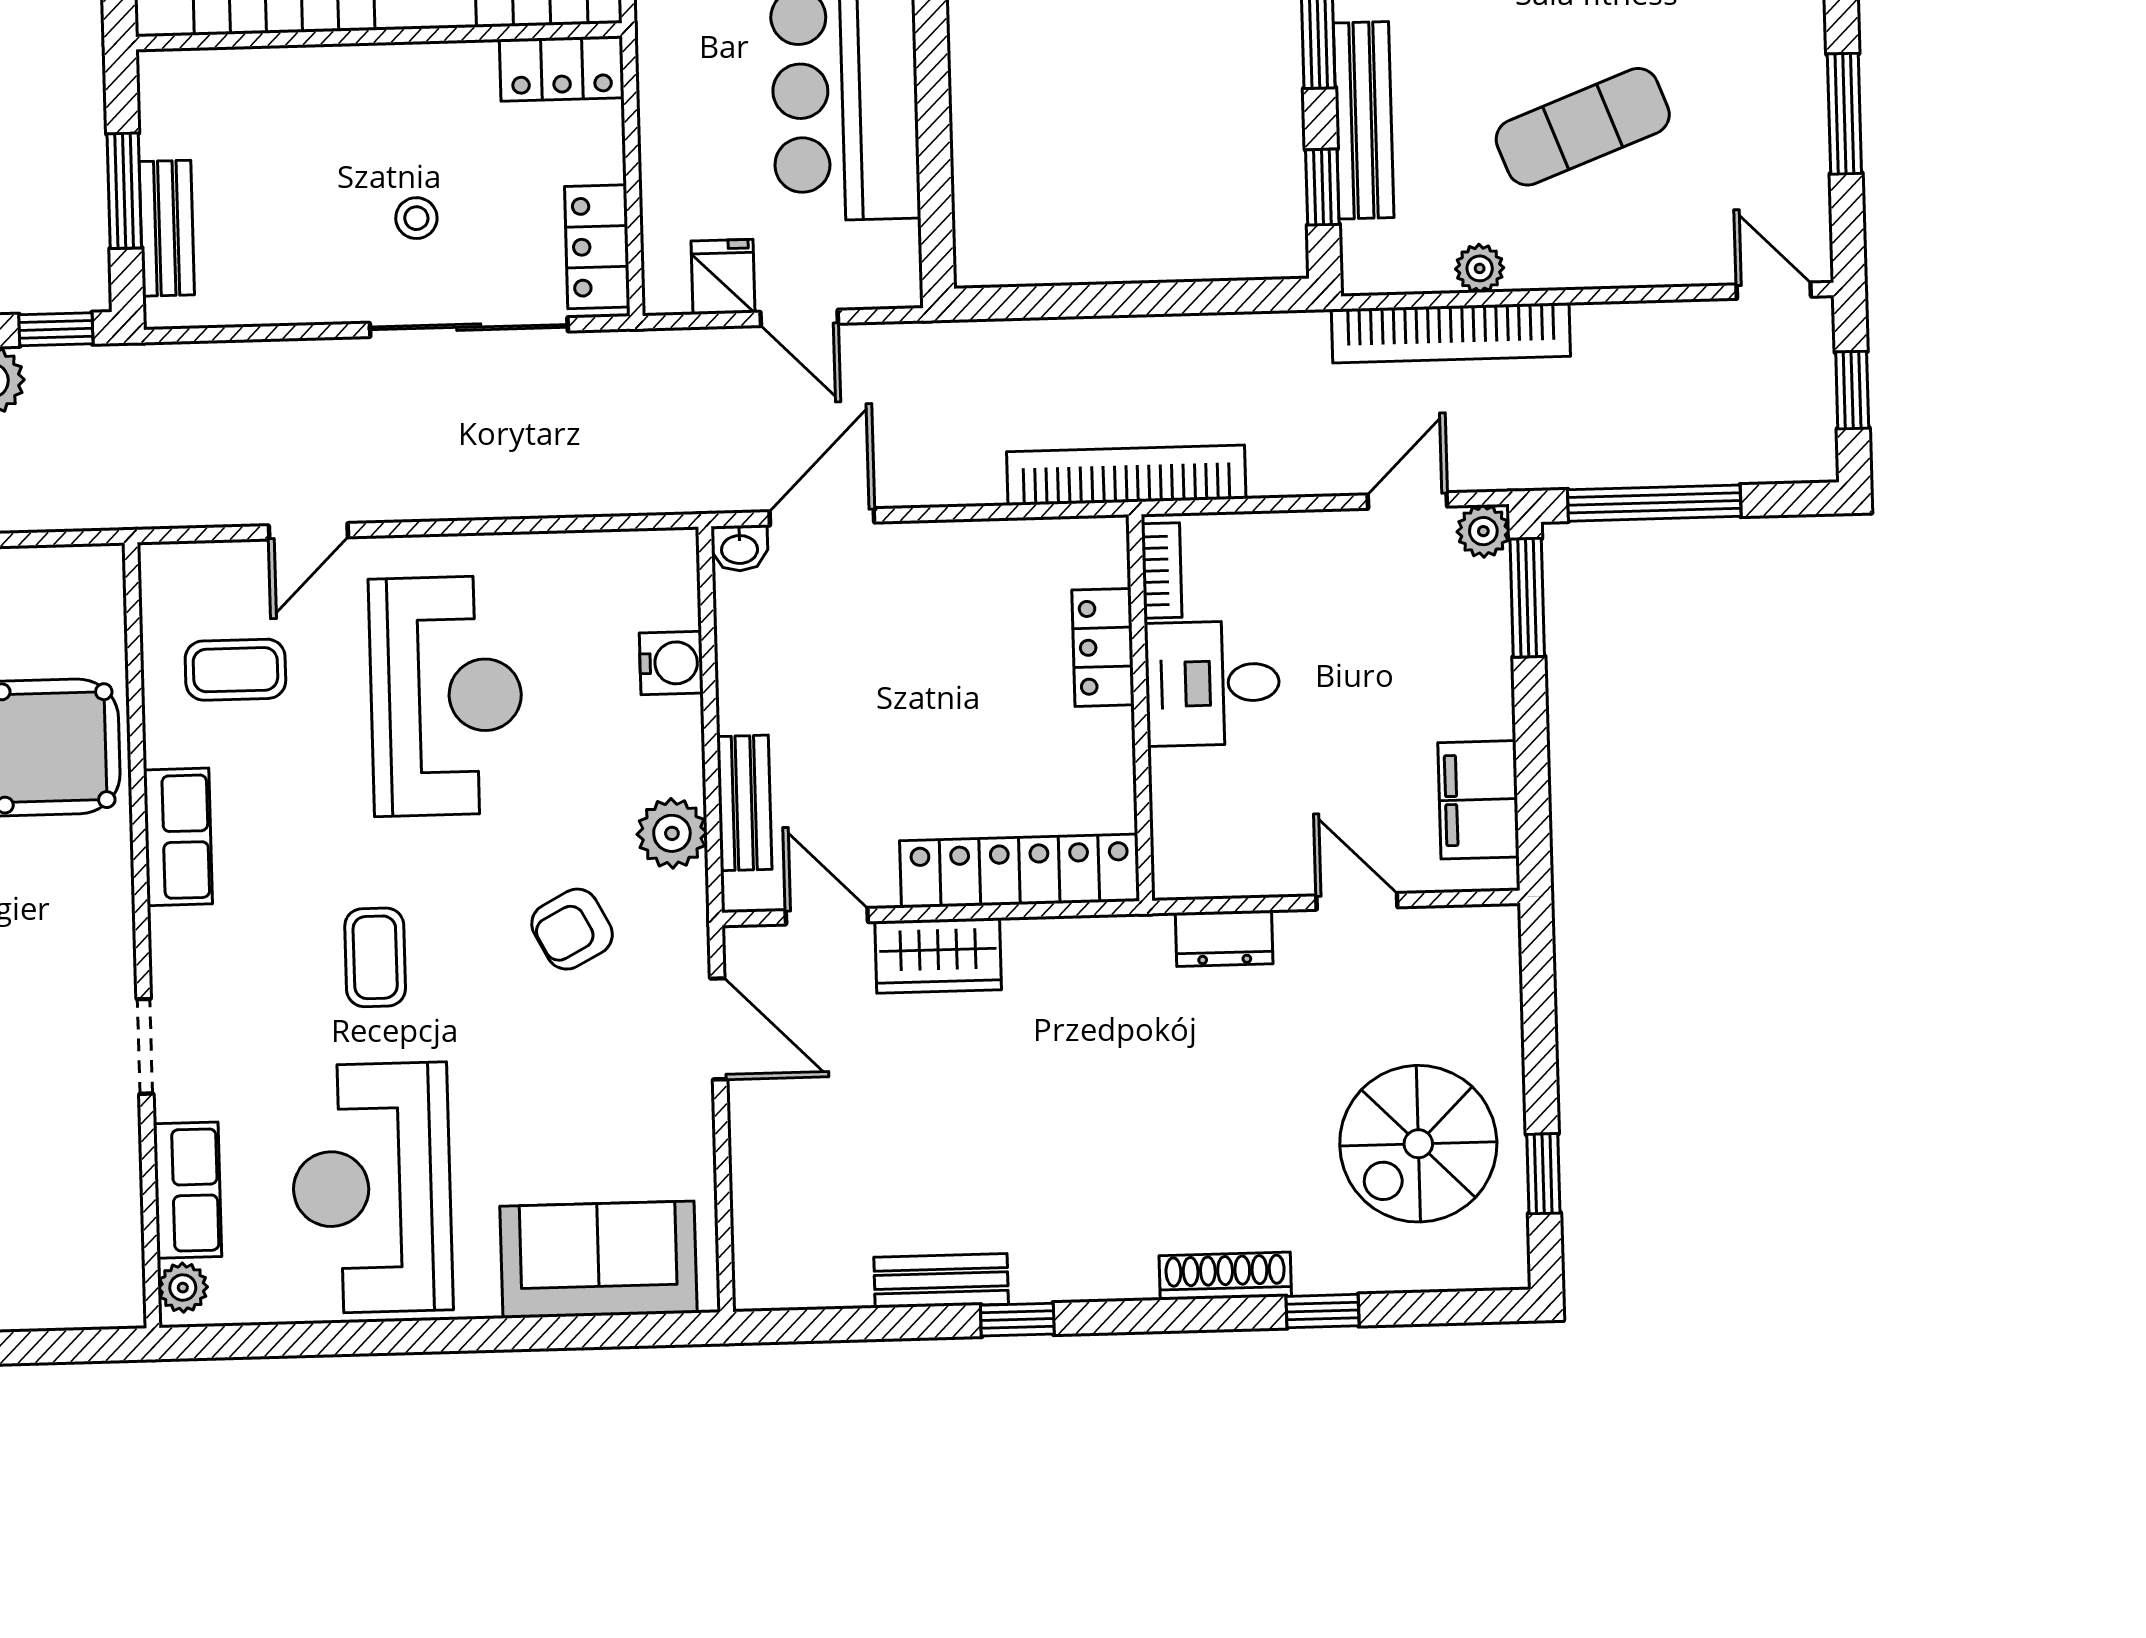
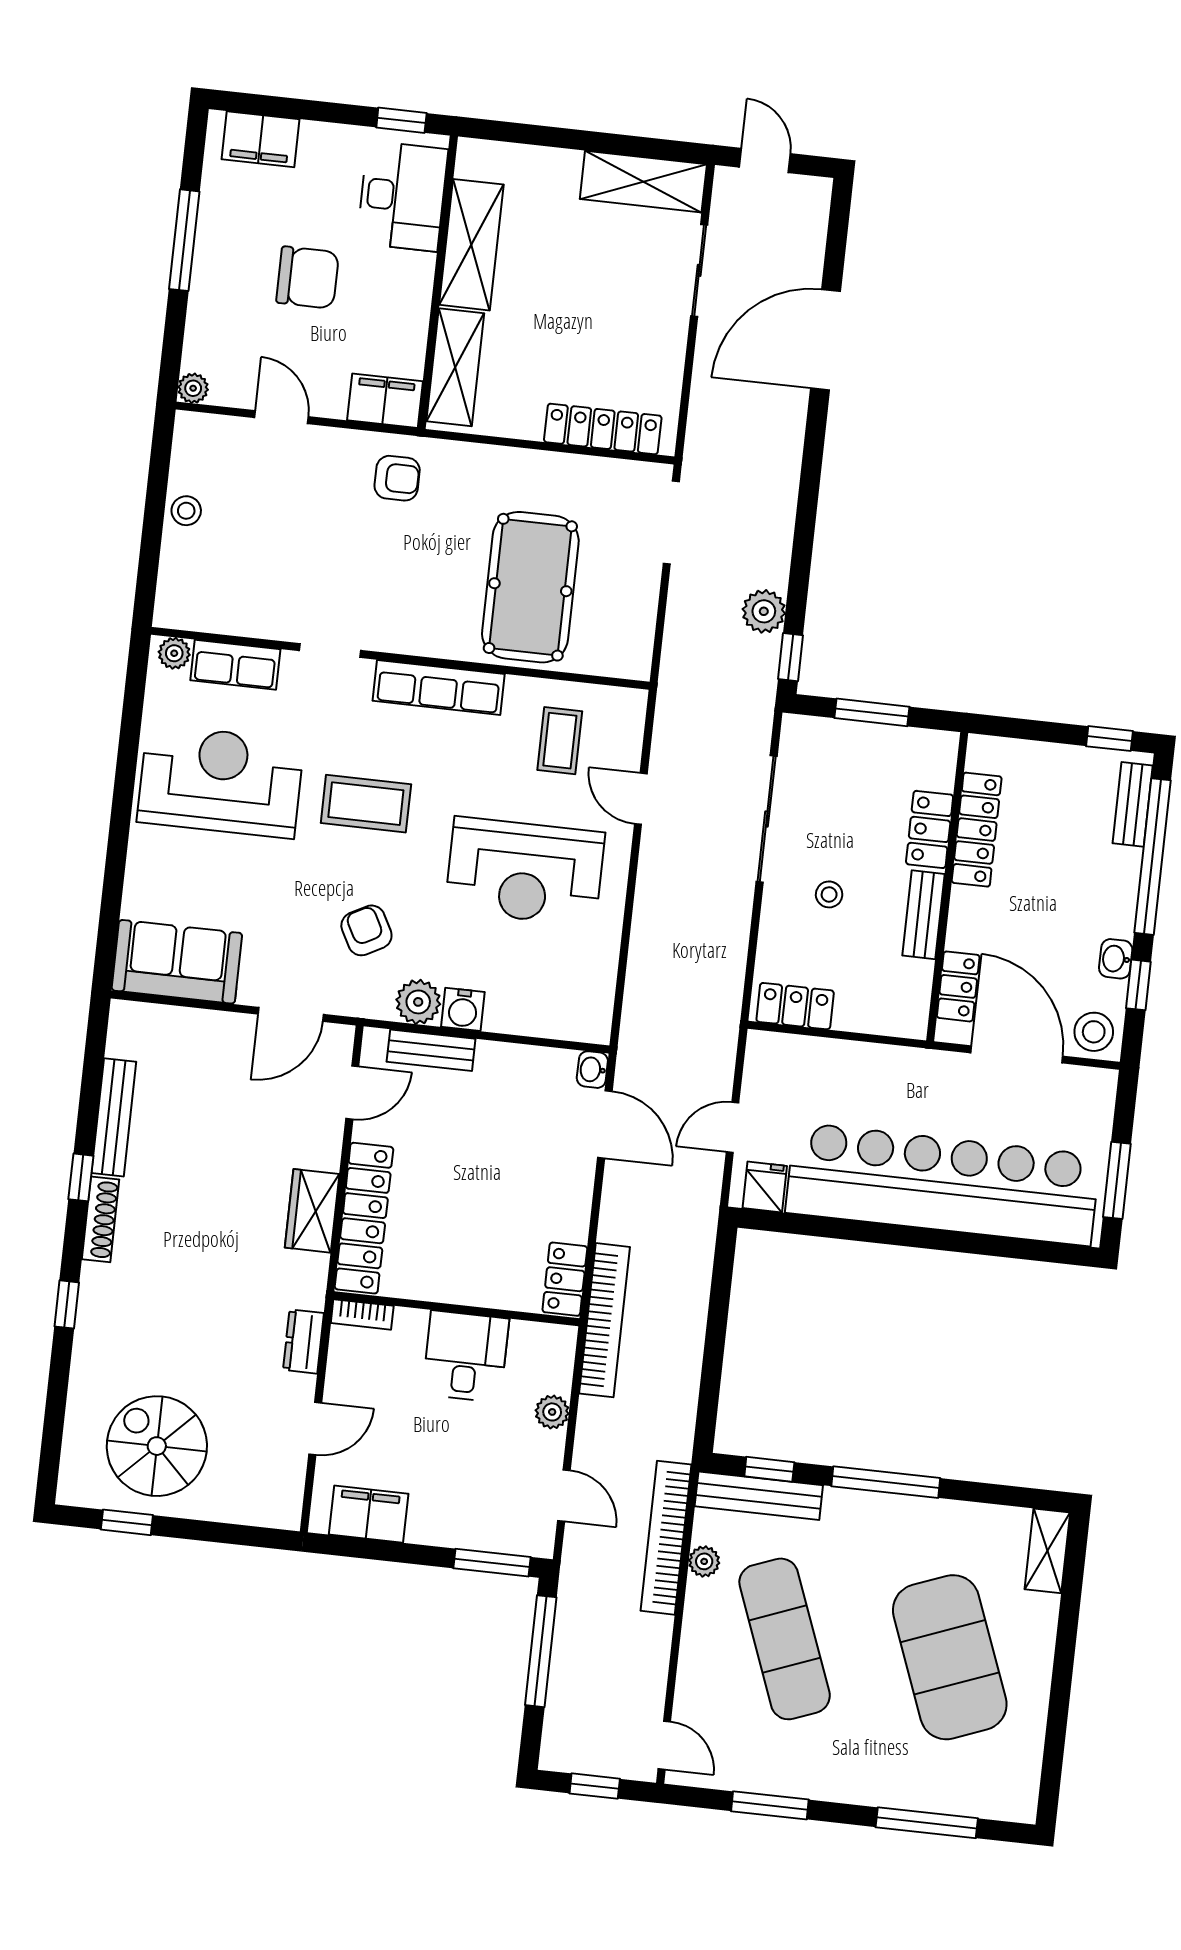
locker: (562, 69) -> (930, 829), moved
bench: (1364, 120) -> (759, 1496), moved
exercise mat: (1583, 127) -> (785, 1639), width x1.36, depth x1.45
bench: (167, 228) -> (924, 915), moved, turned 90
fridge: (723, 277) -> (765, 1187), moved, turned -90
door: (1774, 291) -> (664, 1745), hinge flipped
sliding door: (469, 327) -> (767, 819), moved
plant: (1483, 531) -> (552, 1412), moved
bookcase: (1162, 571) -> (362, 1314), moved
locker: (1103, 647) -> (565, 1279), moved, turned -90
water cooler: (671, 663) -> (463, 1009), moved
row of seats: (178, 837) -> (439, 687), width x1.48
wardrobe: (938, 955) -> (312, 1211), moved
coffee table: (375, 957) -> (366, 804), width x1.36, depth x1.30
sofa: (598, 1260) -> (177, 962), moved, turned -90
shoe rack: (1225, 1276) -> (101, 1219), moved
bench: (941, 1281) -> (114, 1117), width x1.36
window: (1323, 1311) -> (67, 1304), moved

